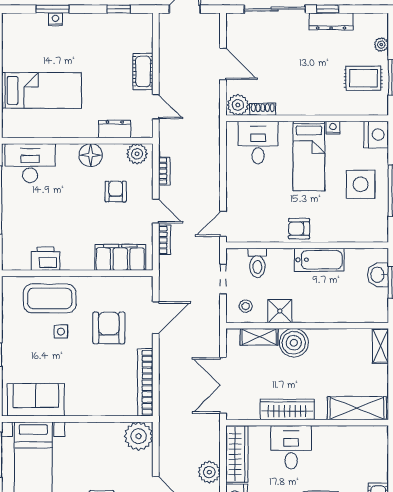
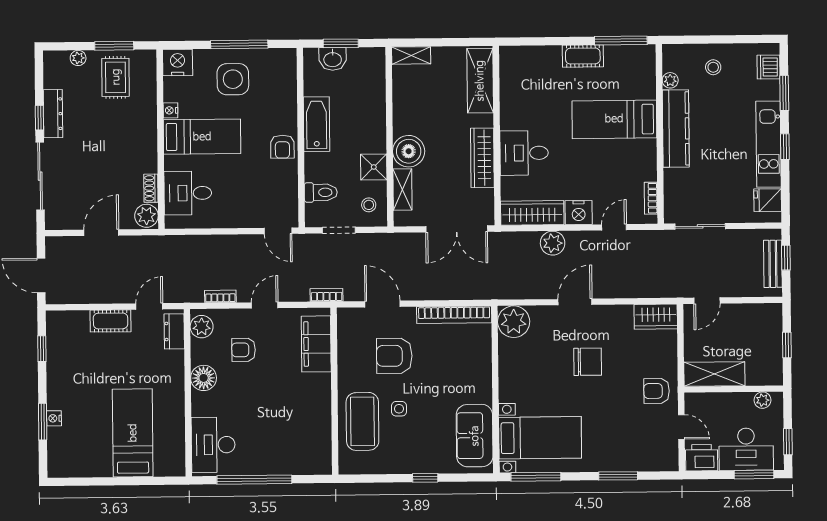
dresser: (115, 129) -> (174, 331), moved
bookcase: (164, 240) -> (327, 295), moved
printer: (45, 259) -> (319, 427), removed

